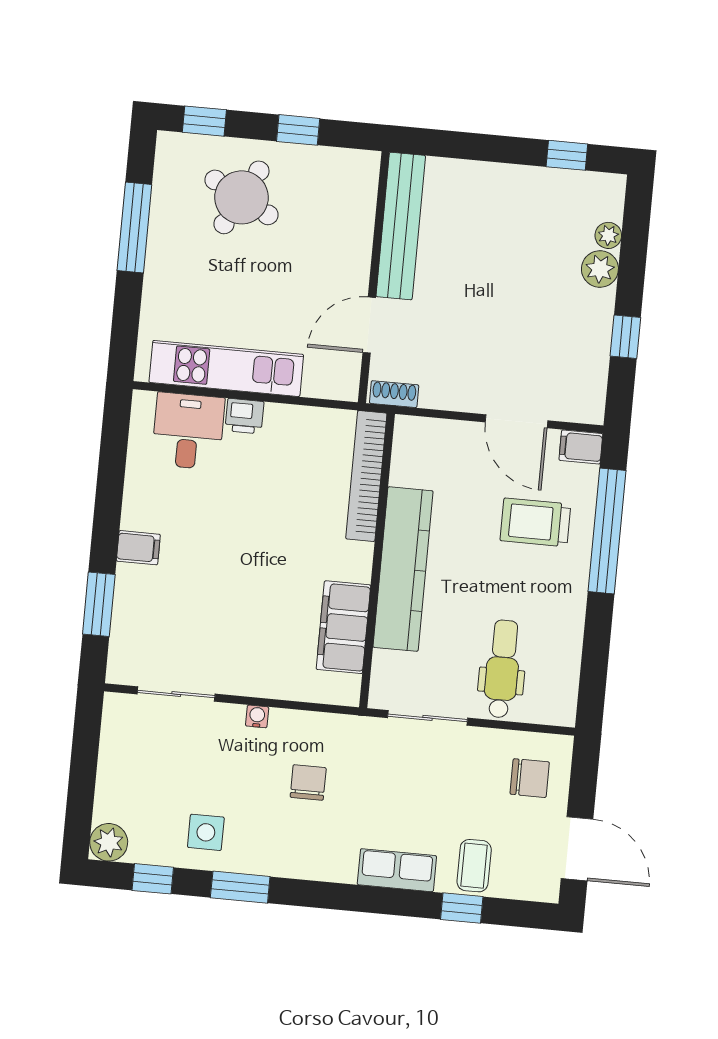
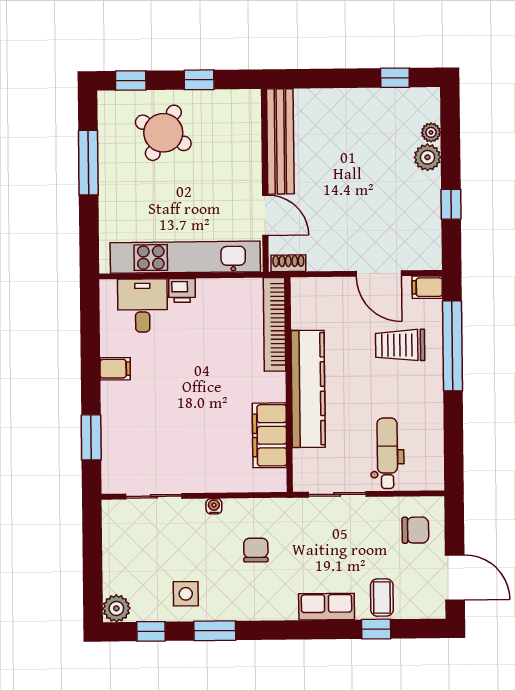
door: (369, 325) -> (265, 215), swing flipped
kitchen unit: (226, 368) -> (185, 257), width x1.36
filing cabinet: (138, 548) -> (115, 369), moved

